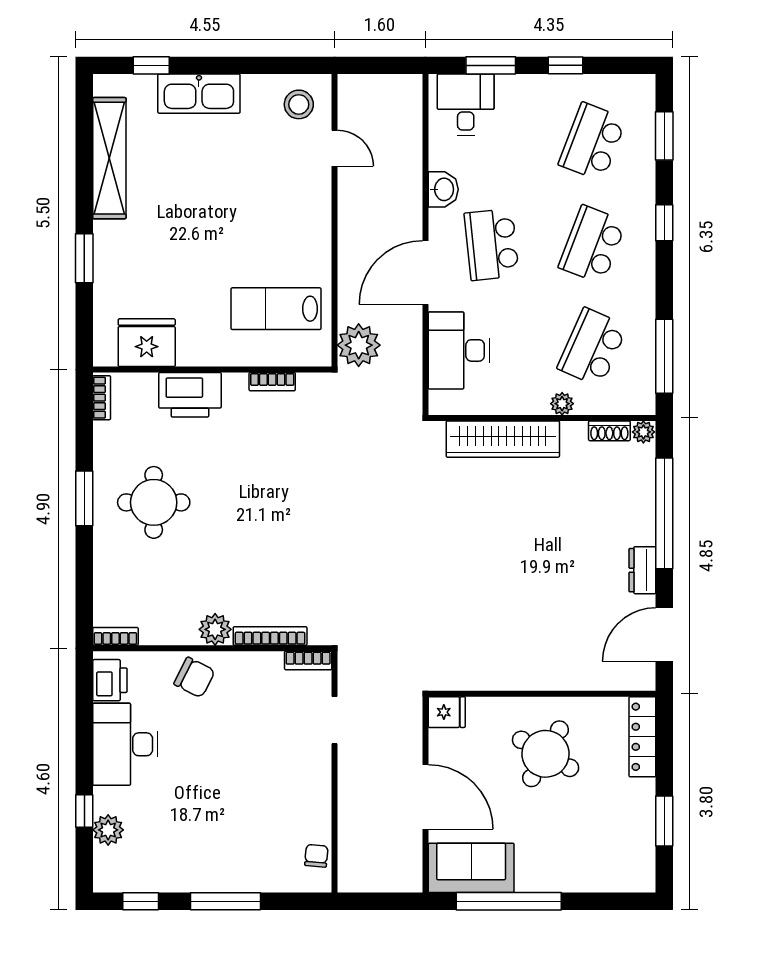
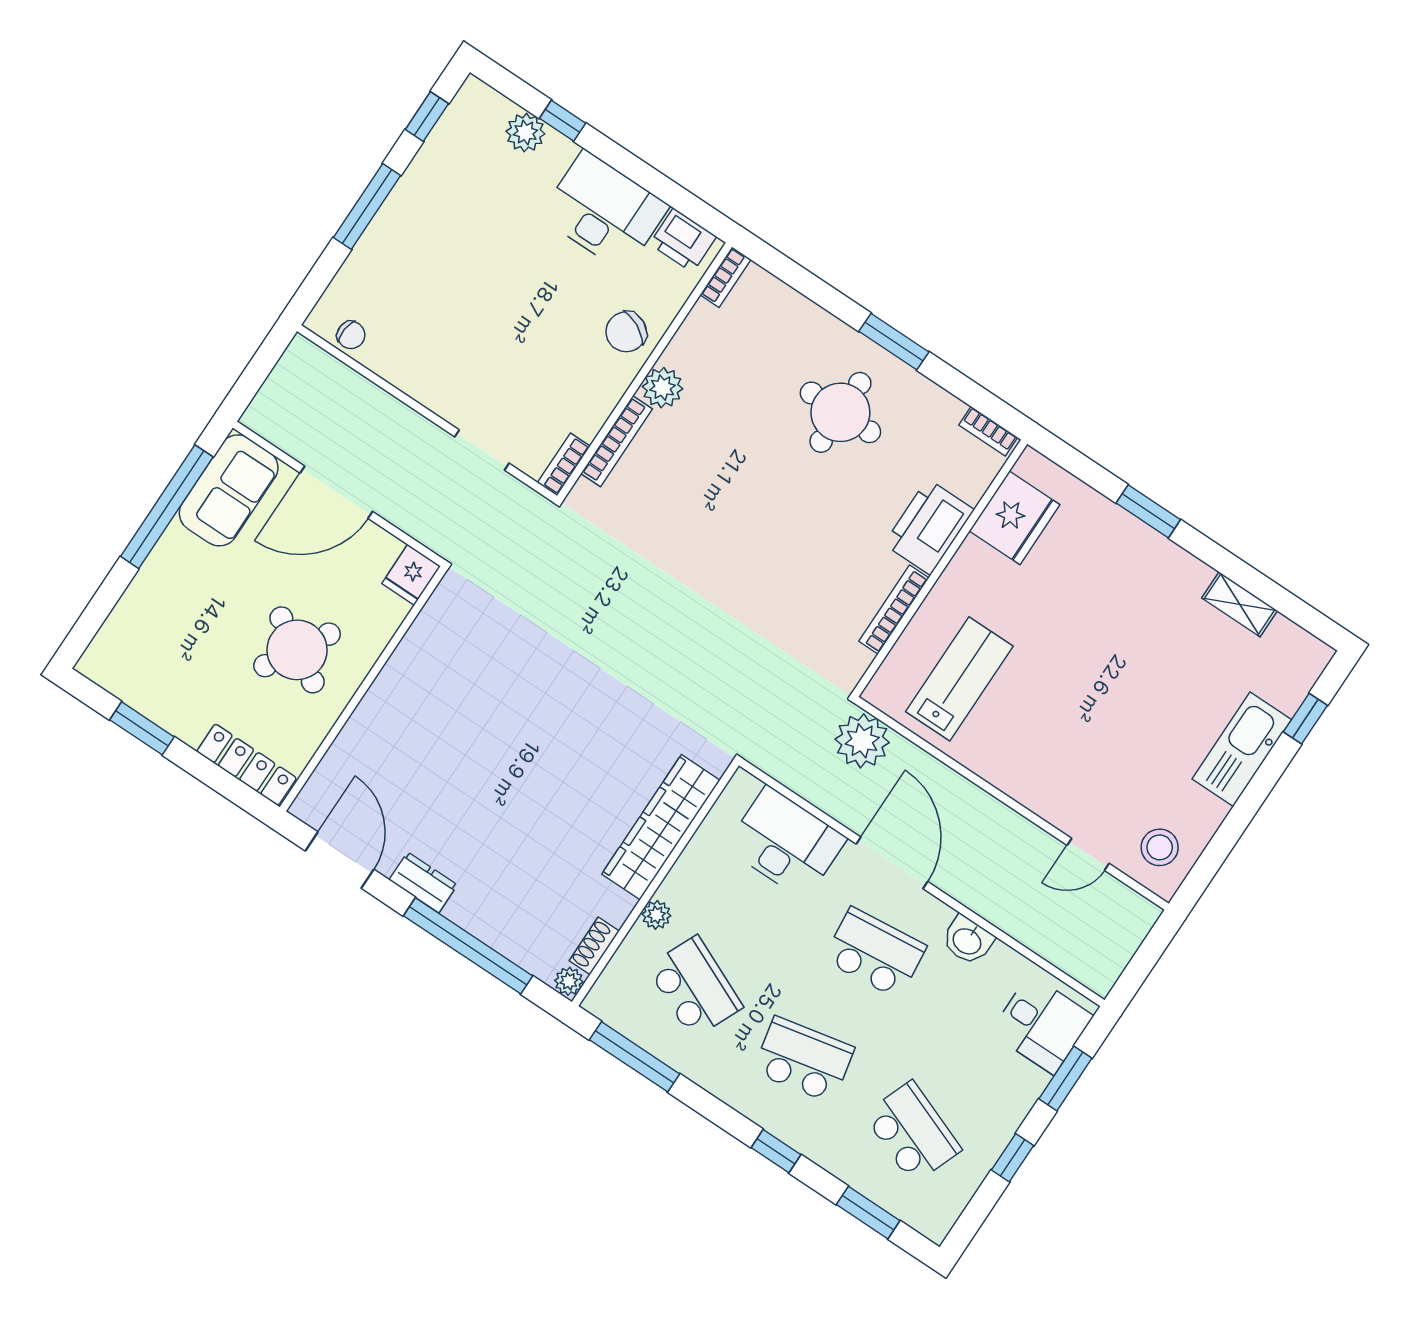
shelving: (109, 158) -> (1240, 604), width x0.45, depth x0.75
school desk: (592, 244) -> (804, 1060), turned -33
bookcase: (272, 382) -> (894, 610), width x1.56

